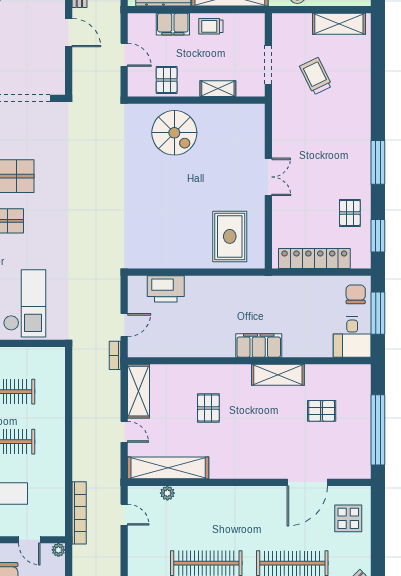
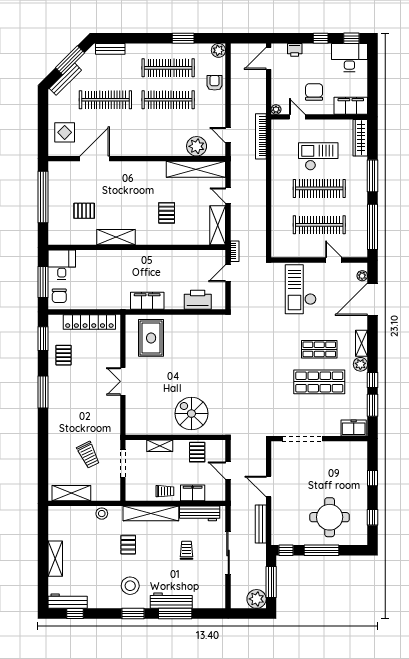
filing cabinet: (259, 345) -> (147, 301), moved, turned 180
plant: (167, 493) -> (197, 146), width x1.87, depth x1.87

